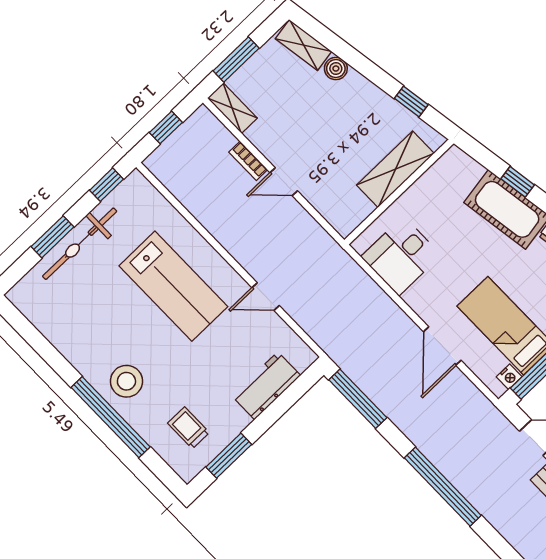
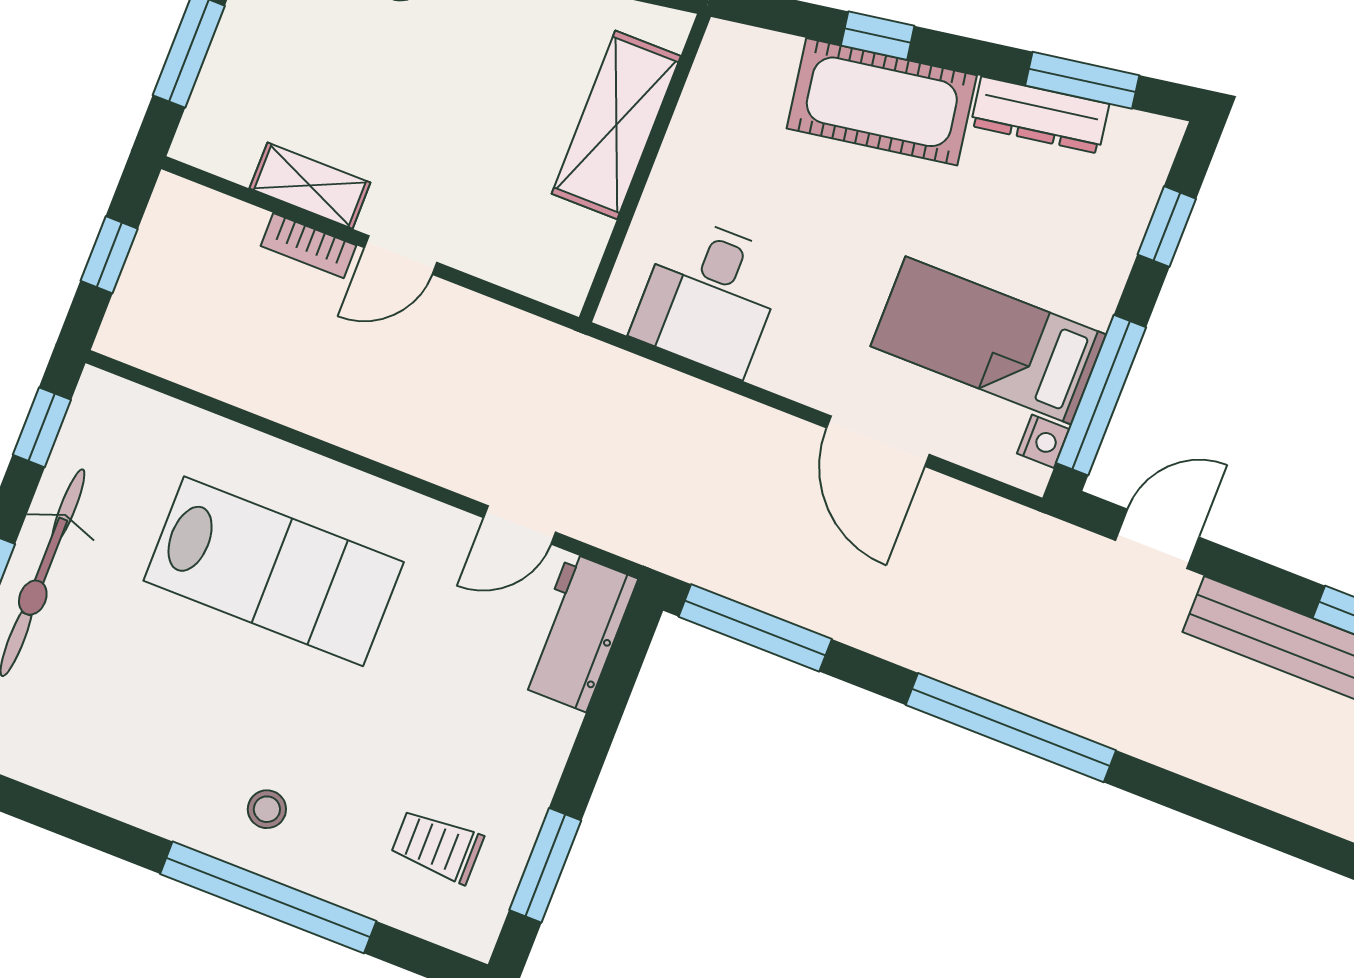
shelving: (232, 108) -> (310, 186), moved
door: (266, 297) -> (520, 525), moved
stool: (126, 381) -> (267, 809), width x0.53, depth x0.53
workbench: (266, 386) -> (578, 632), moved

